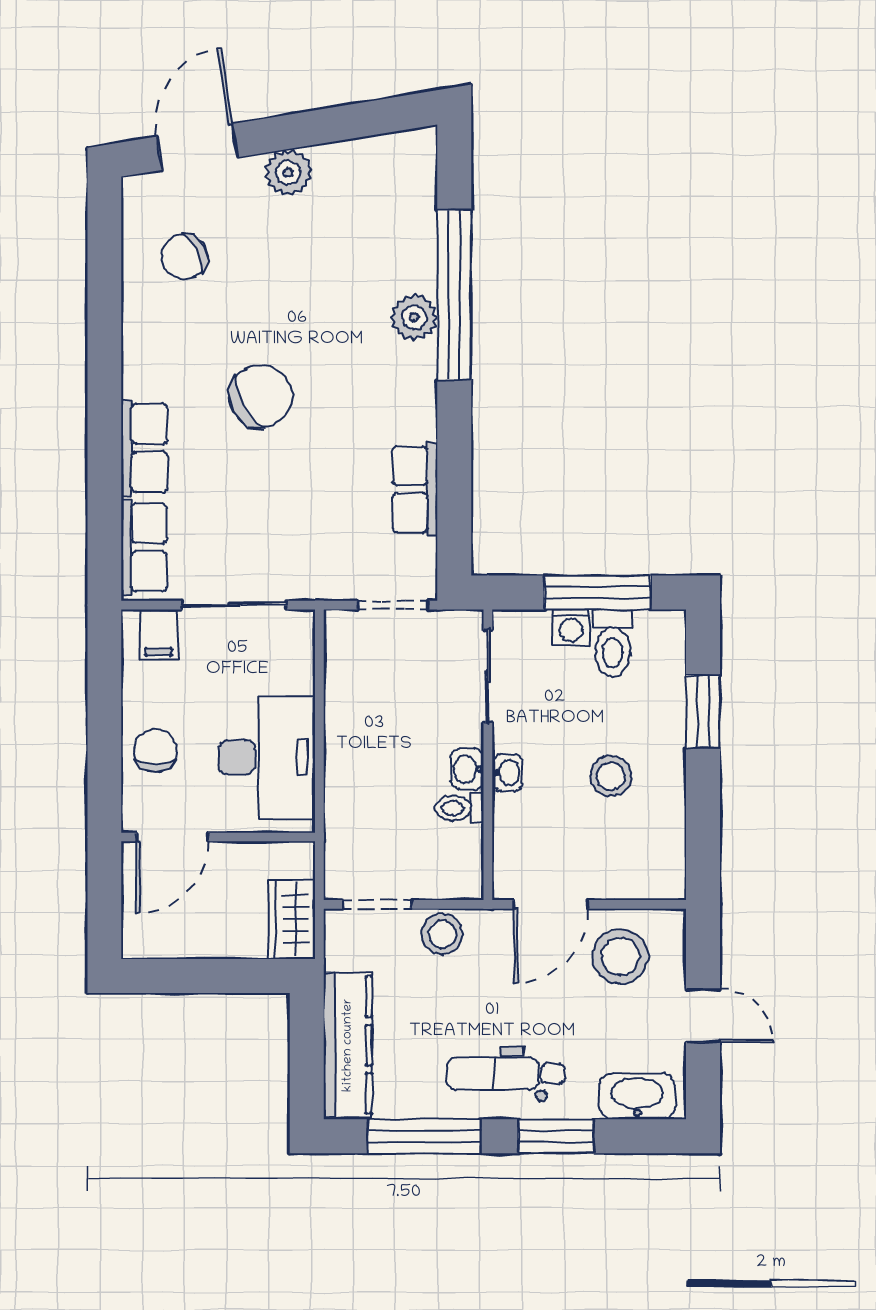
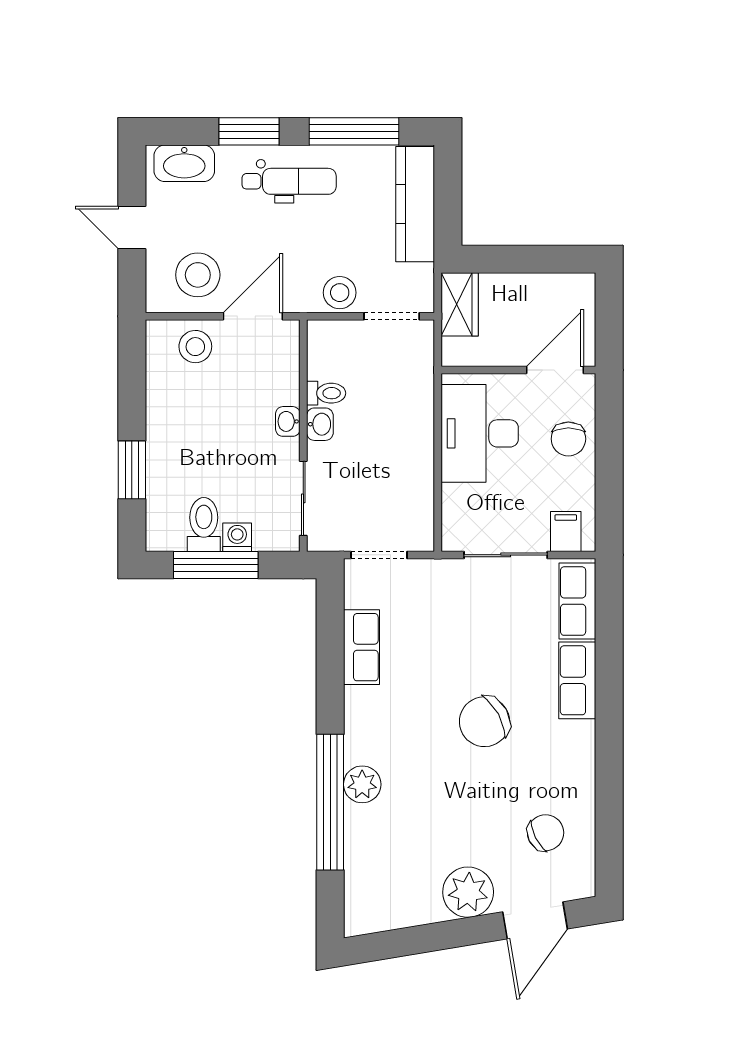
plant: (288, 173) -> (468, 892), width x1.36, depth x1.36
stool: (611, 776) -> (195, 347), moved

